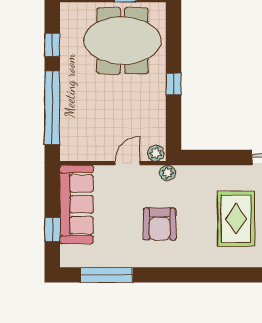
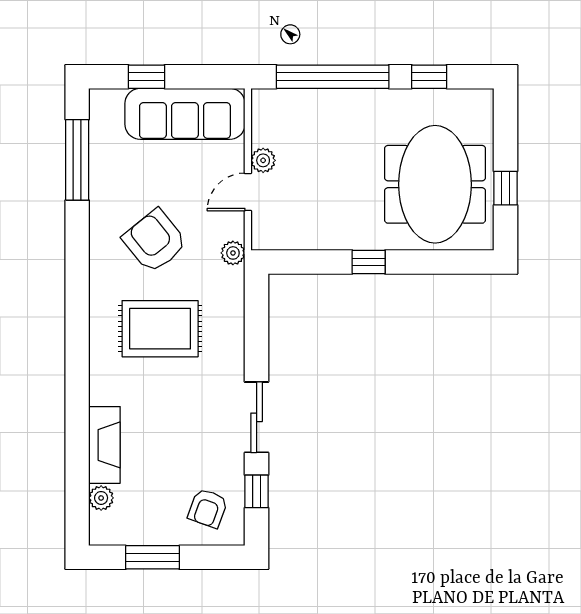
plant: (156, 153) -> (263, 160), moved
door: (128, 163) -> (248, 192), swing flipped
rug: (236, 219) -> (160, 329), moved
armchair: (160, 224) -> (155, 241), turned 51

